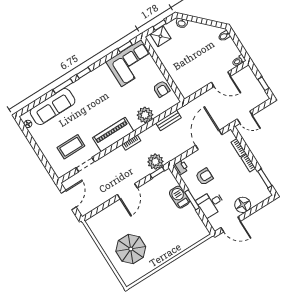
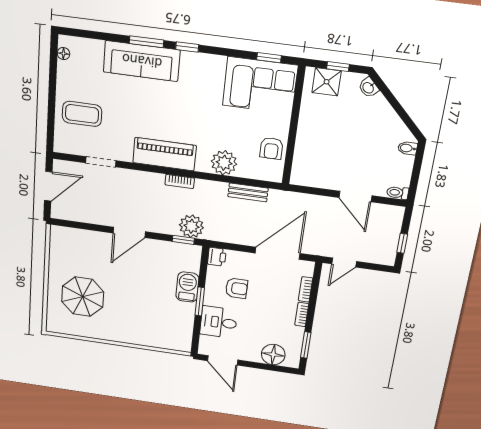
sofa: (53, 107) -> (142, 61), moved
door: (245, 117) -> (344, 263), hinge flipped
coffee table: (71, 147) -> (82, 114), moved
floor lamp: (243, 205) -> (273, 355), moved

